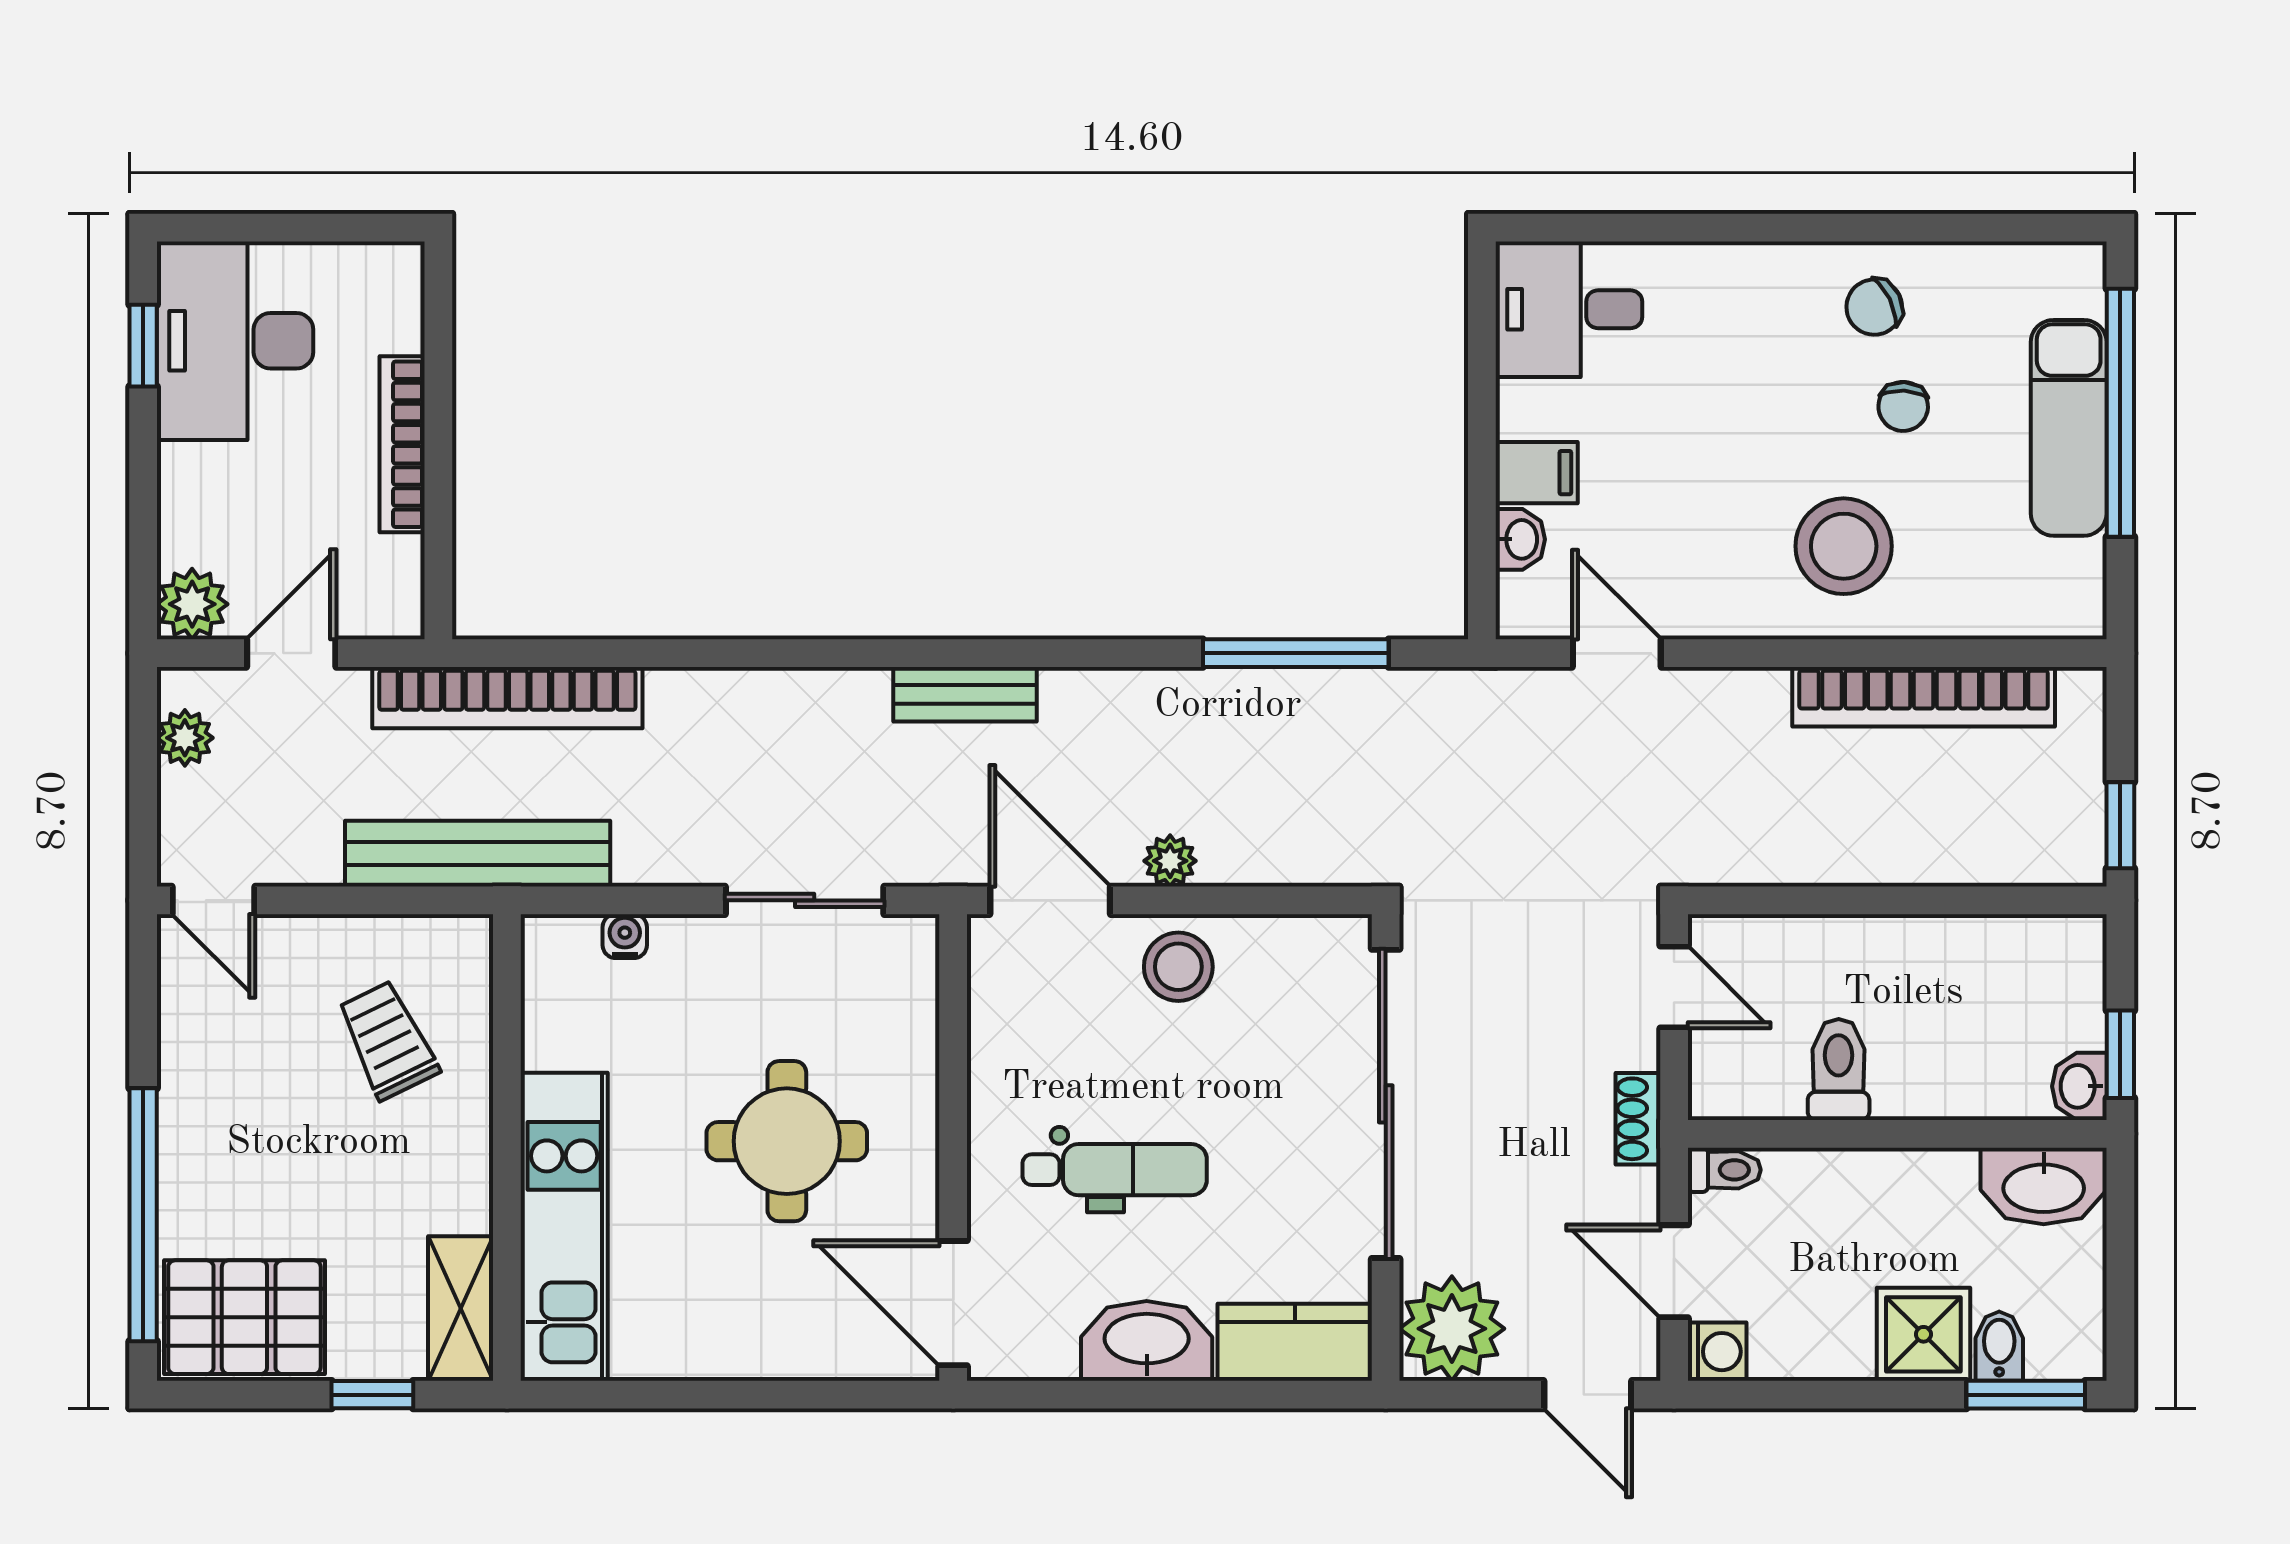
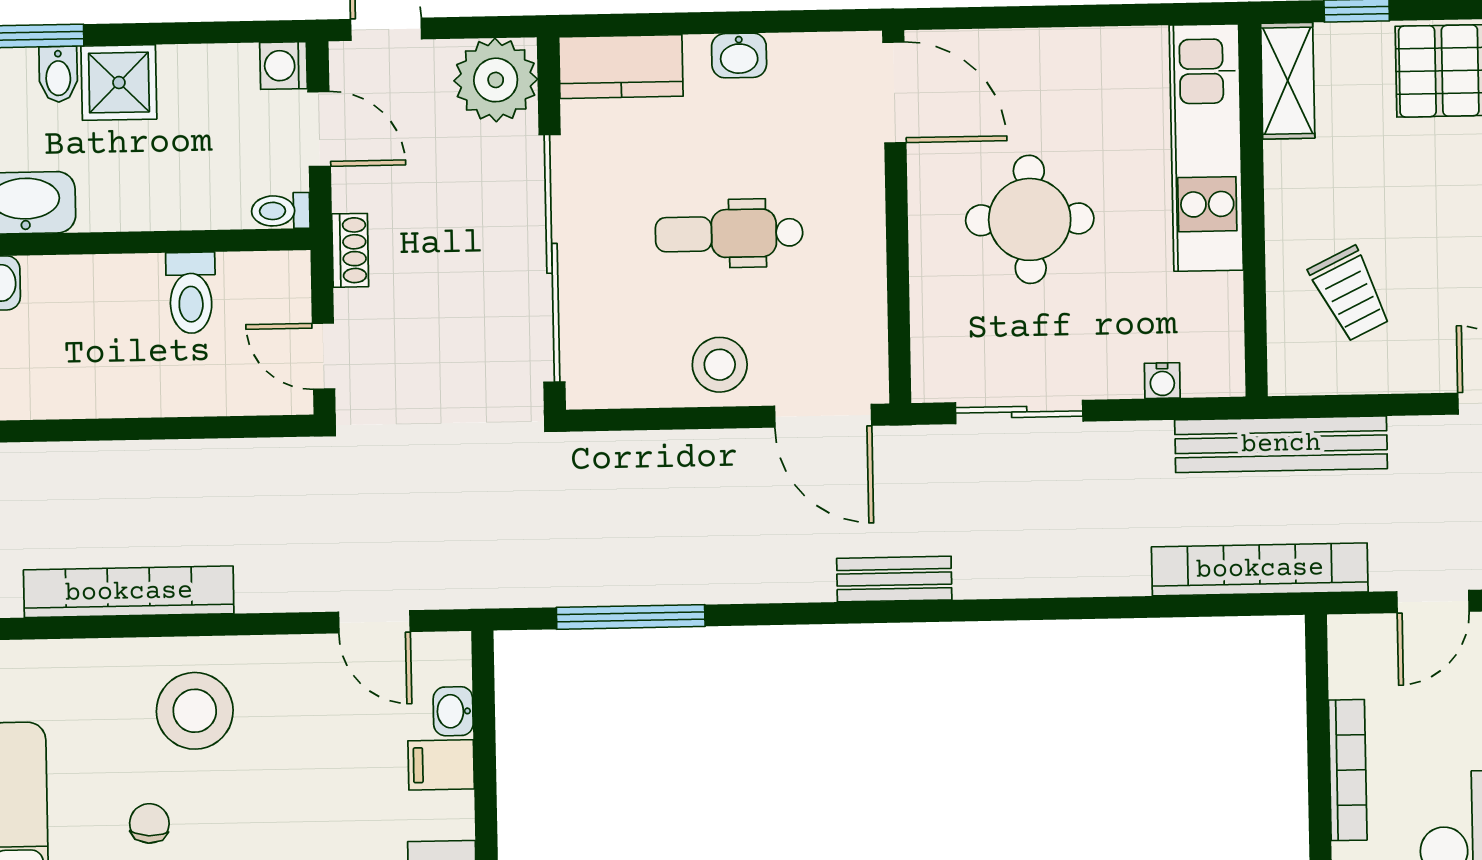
plant: (1170, 861) -> (728, 449), removed
dental chair: (1115, 1170) -> (729, 233), moved
washbasin: (1147, 1341) -> (739, 55), width x0.52, depth x0.69

